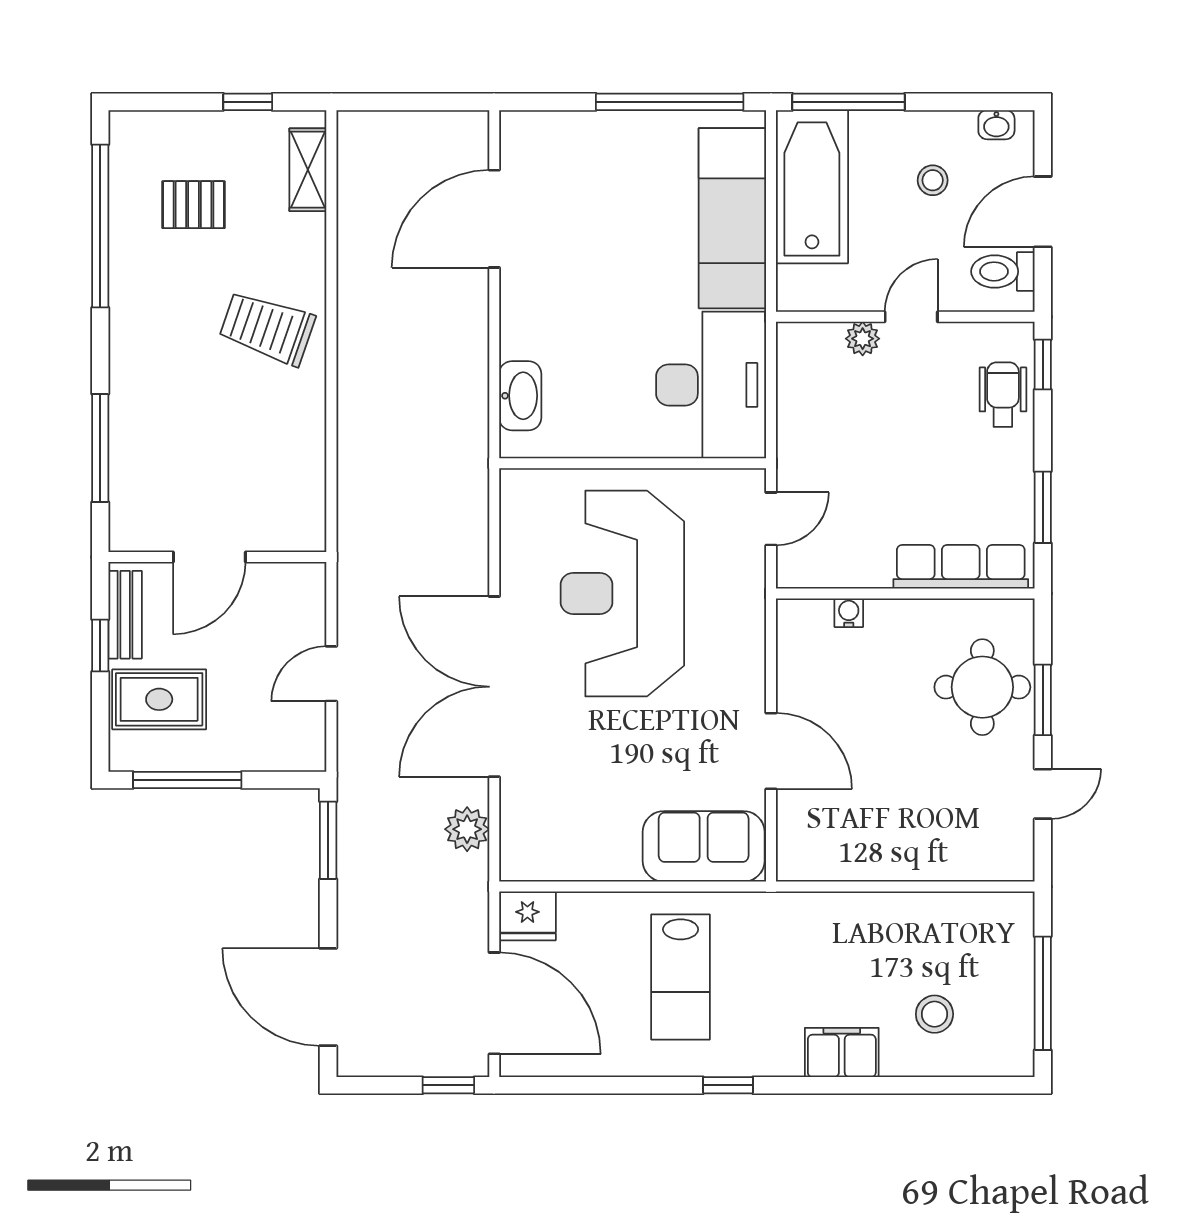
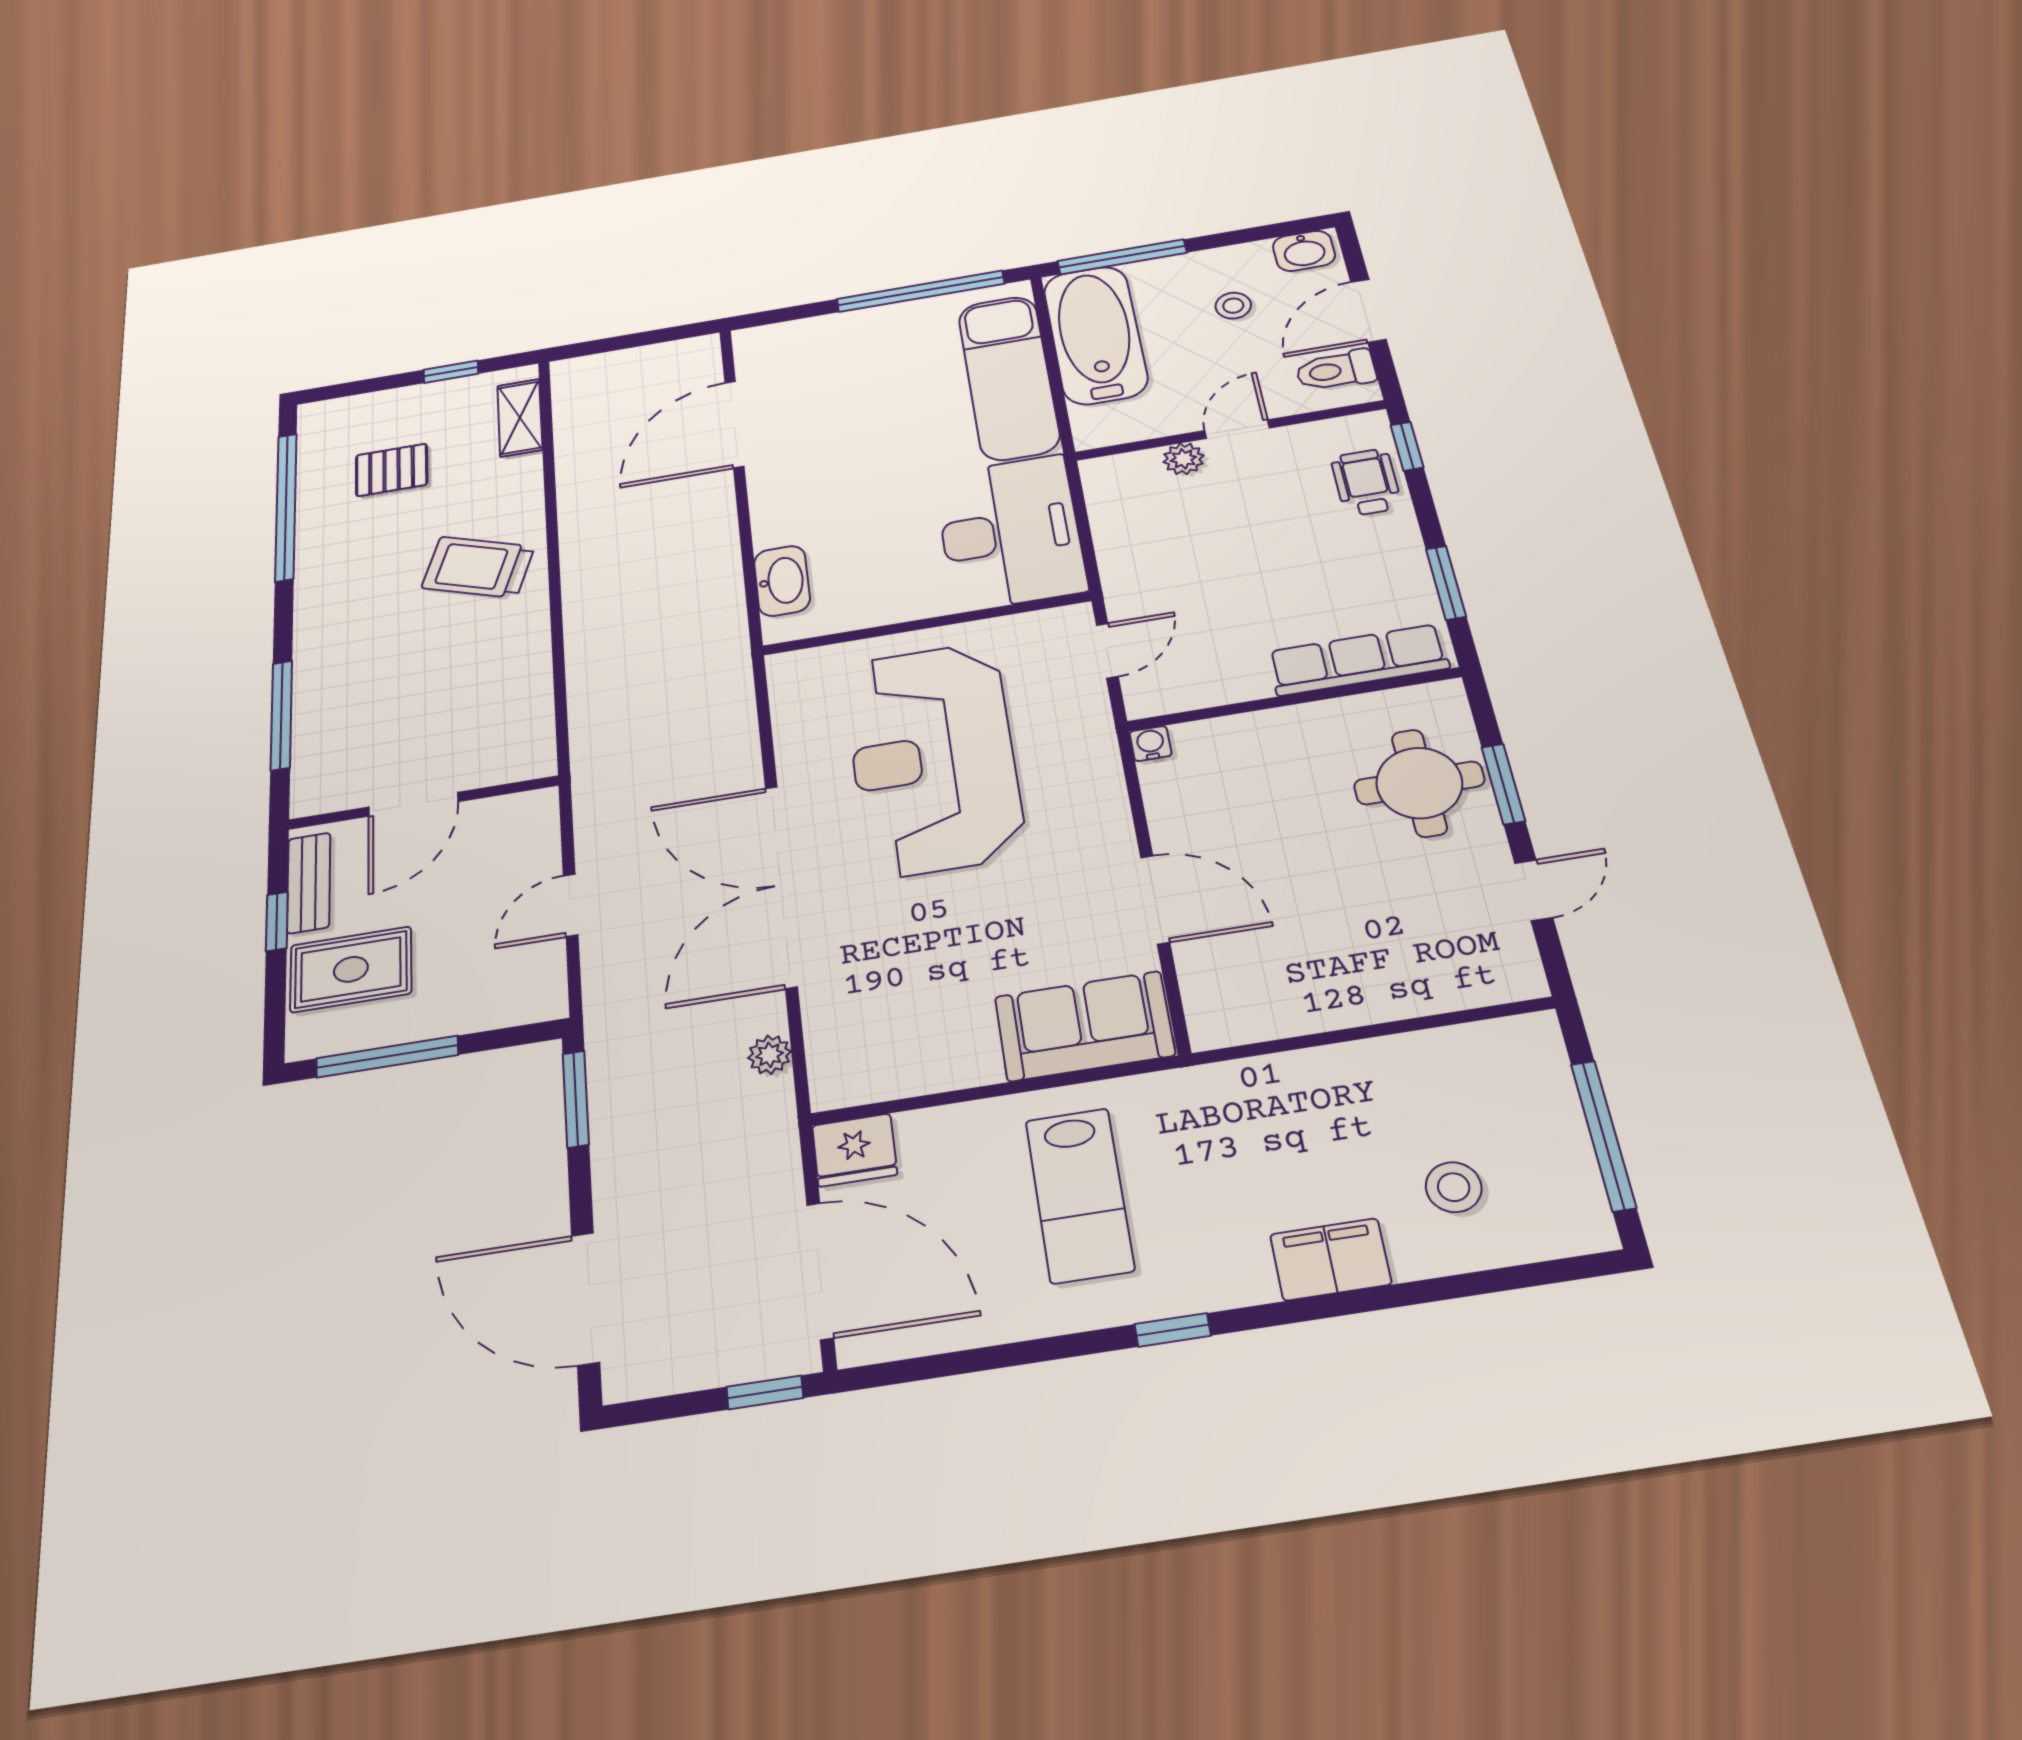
washbasin: (996, 125) -> (1304, 251), width x1.38, depth x1.45
water cooler: (849, 613) -> (1151, 744), moved
plant: (467, 829) -> (769, 1055), width x0.73, depth x0.73

